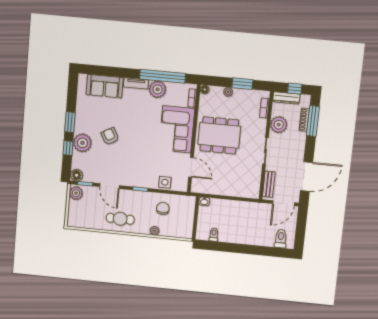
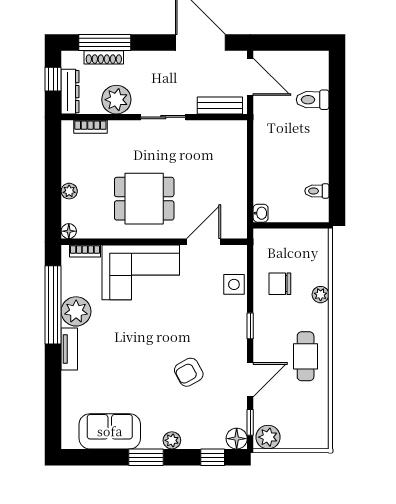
window: (242, 84) -> (53, 168), removed
sofa: (105, 86) -> (110, 431), moved, turned -90
dining table: (219, 135) -> (144, 199), width x0.73
armchair: (110, 136) -> (189, 372), moved
plant: (82, 143) -> (172, 440), width x0.53, depth x0.53
window: (68, 148) -> (213, 457), moved
toilet: (281, 239) -> (313, 100), moved

